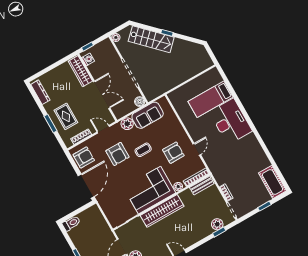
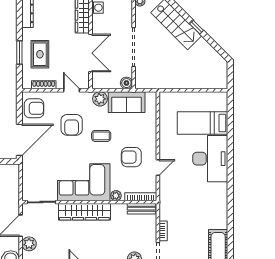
armchair: (173, 153) -> (131, 157), turned 180

